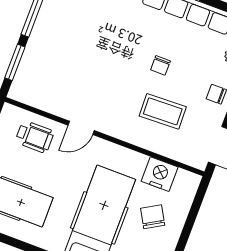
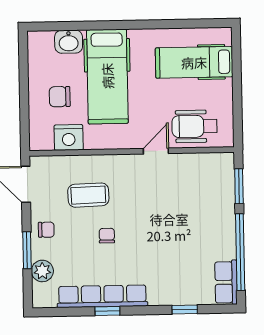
wheelchair: (35, 137) -> (195, 126), width x1.36, depth x1.37
chair: (153, 217) -> (60, 97), turned 120

